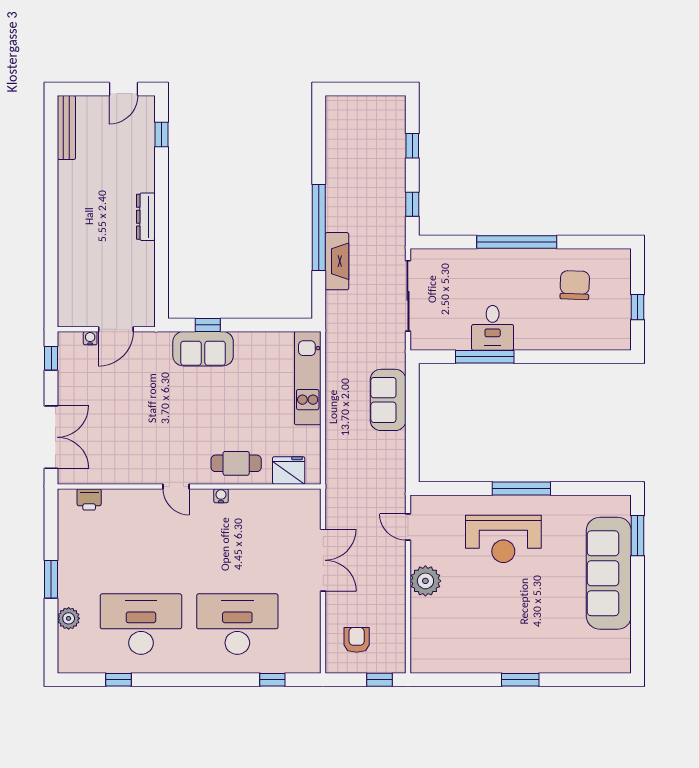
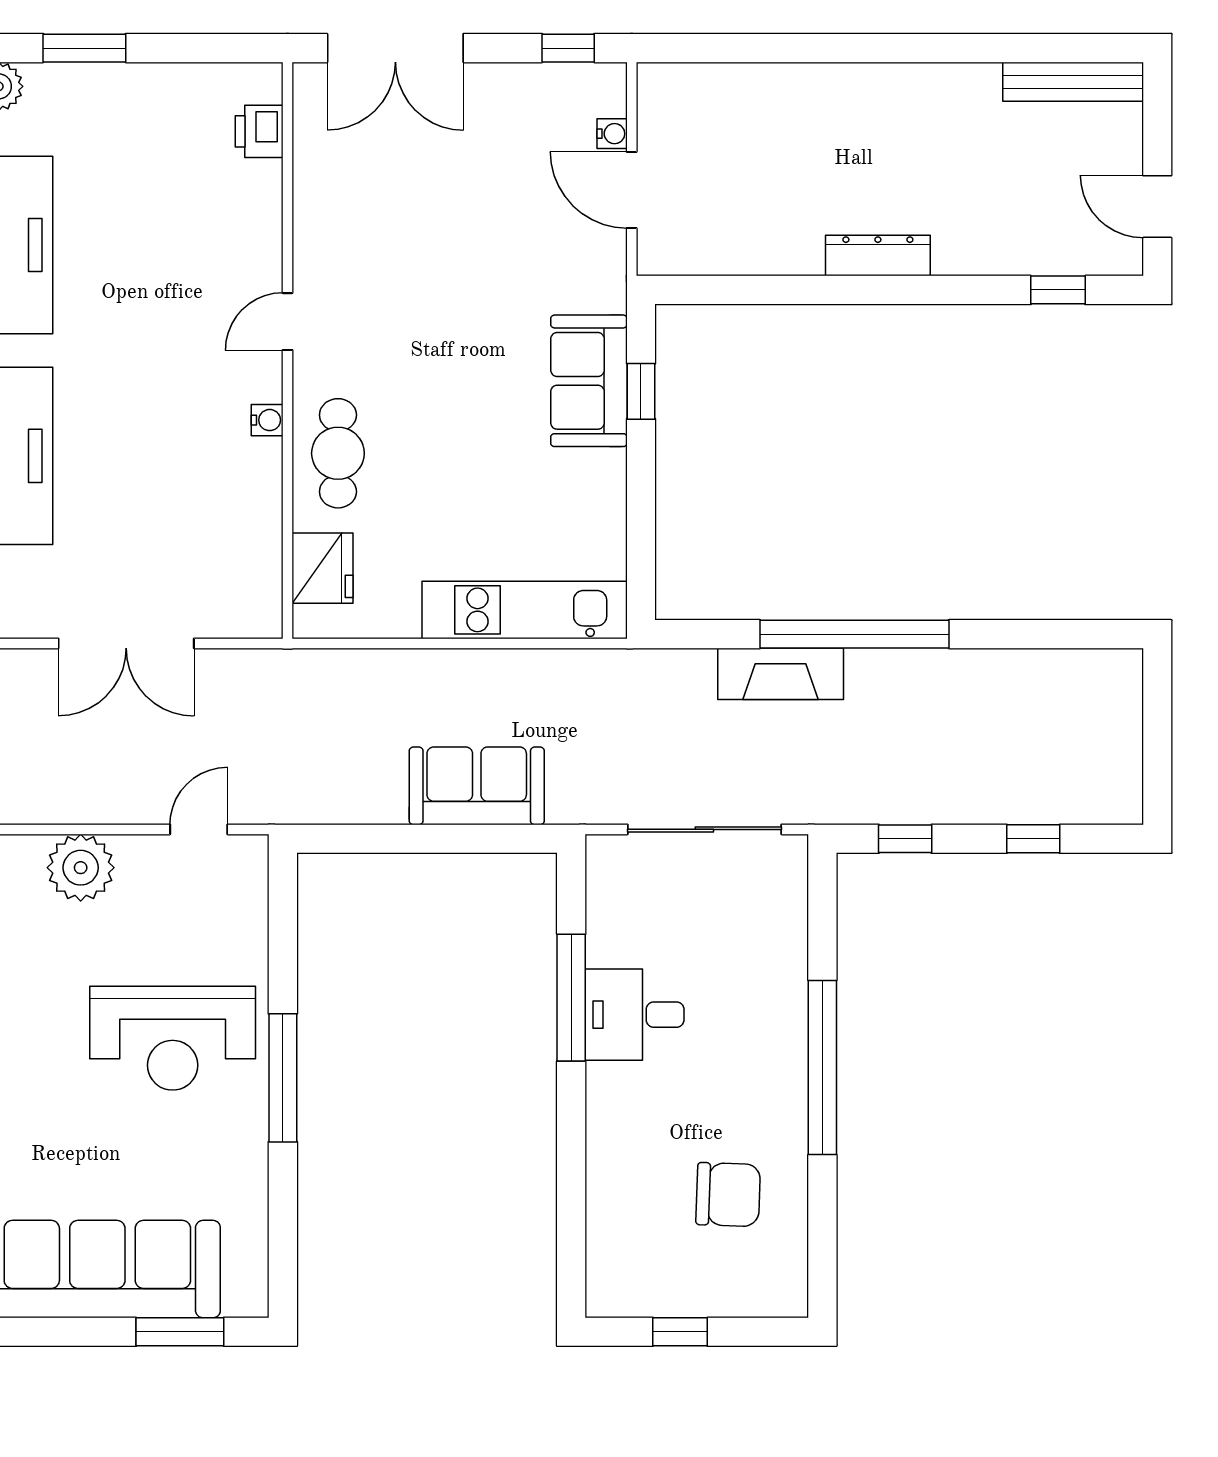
reception desk: (503, 539) -> (173, 1038), turned -90

